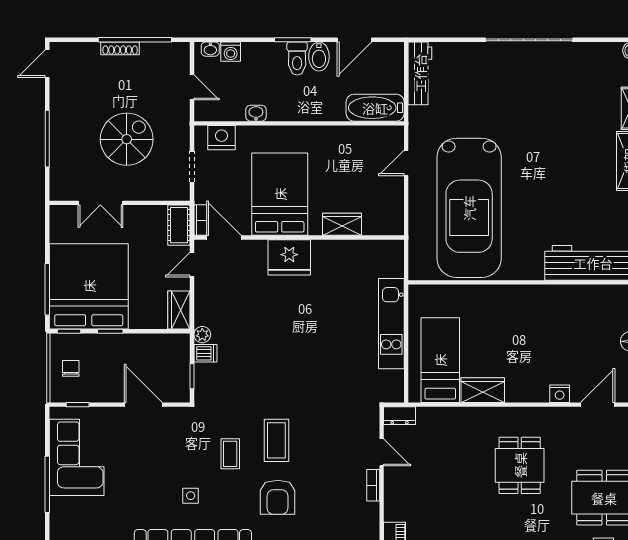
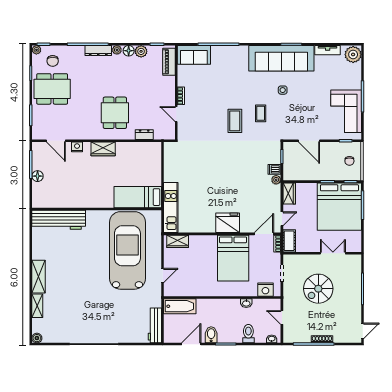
washing machine: (231, 52) -> (260, 338), removed
toilet: (297, 58) -> (248, 334), moved
wardrobe: (342, 224) -> (178, 241), moved
door: (224, 238) -> (264, 234), swing flipped
kitchen unit: (391, 324) -> (171, 208), moved
bed: (440, 360) -> (138, 197), moved, turned 90
wardrobe: (483, 390) -> (103, 149), moved
door: (598, 405) -> (56, 141), hinge flipped
dresser: (400, 416) -> (144, 135), moved
dining table: (520, 465) -> (115, 113), moved
armchair: (278, 497) -> (234, 89), removed

